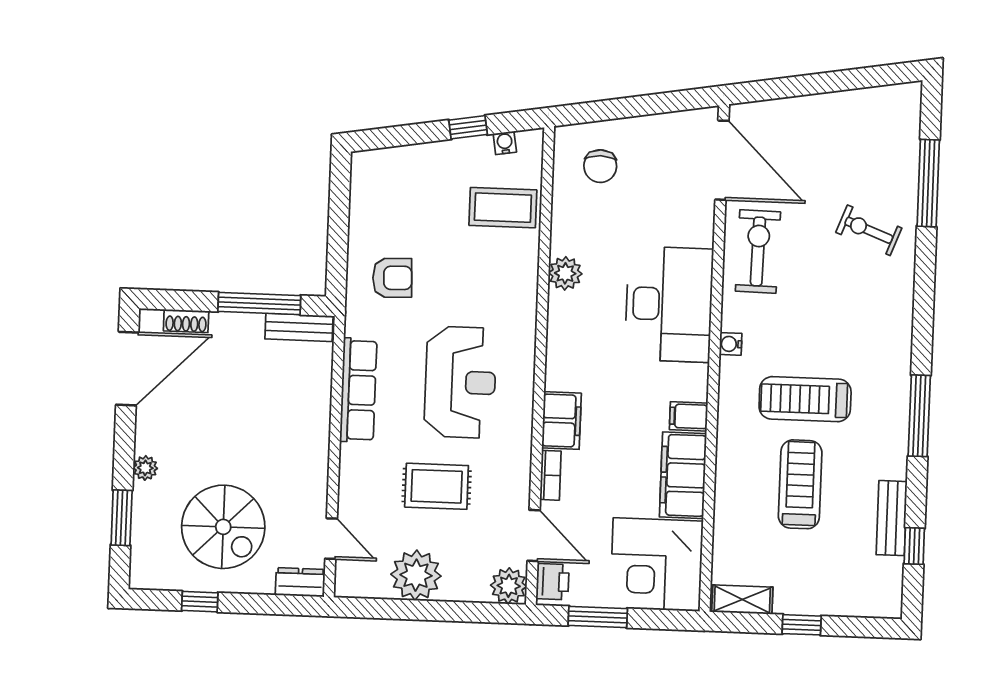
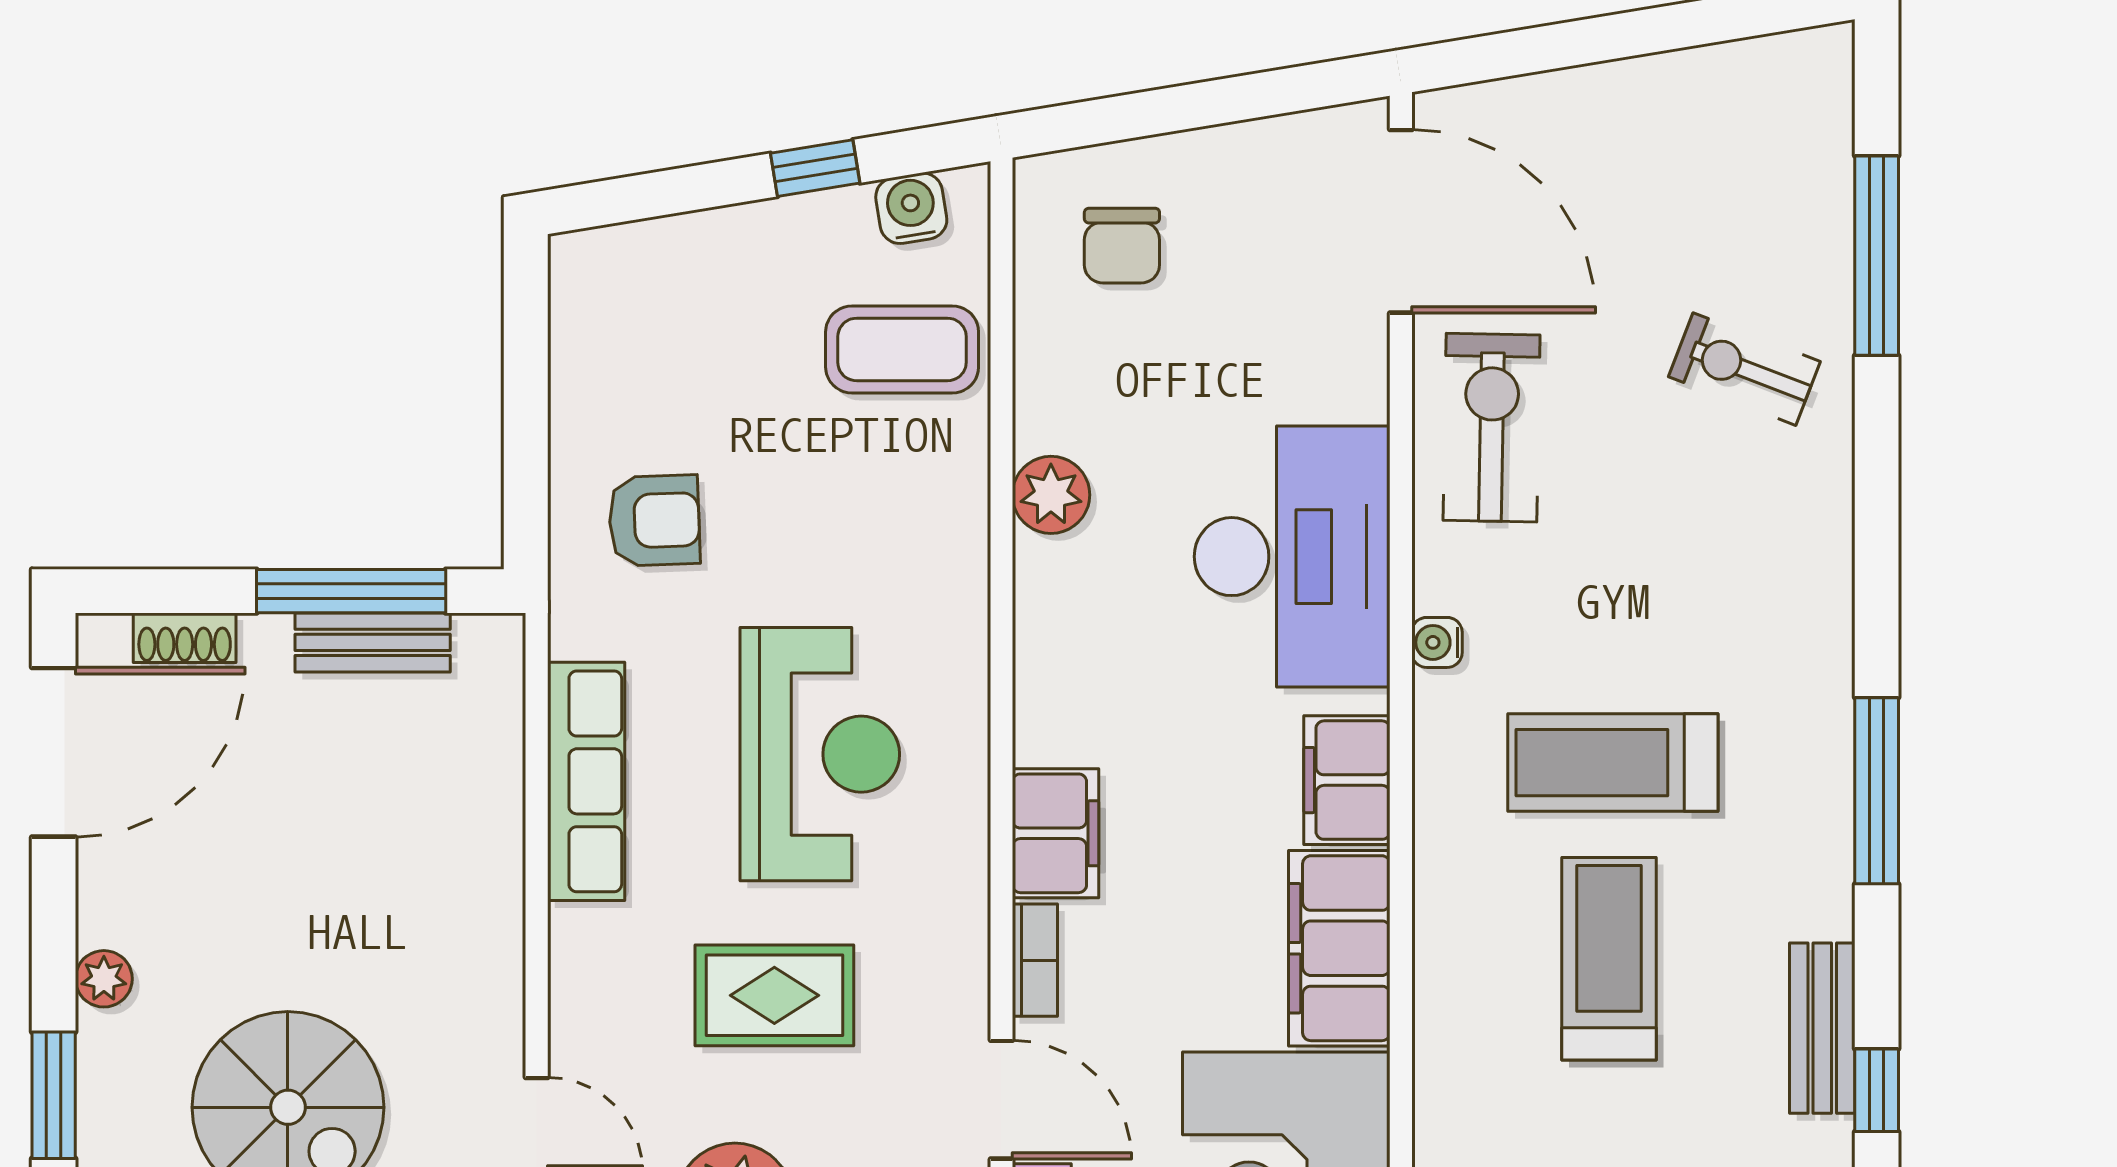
water cooler: (505, 143) -> (911, 208), width x1.38, depth x1.38
bench: (299, 327) -> (373, 642), moved
filing cabinet: (689, 416) -> (1347, 780), width x2.00

